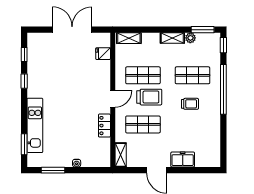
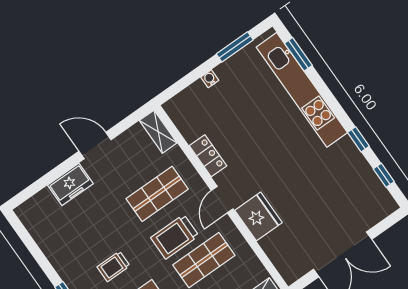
fridge: (103, 54) -> (258, 216), moved, width x1.88, depth x1.34
kitchen unit: (35, 125) -> (302, 90), width x1.36

